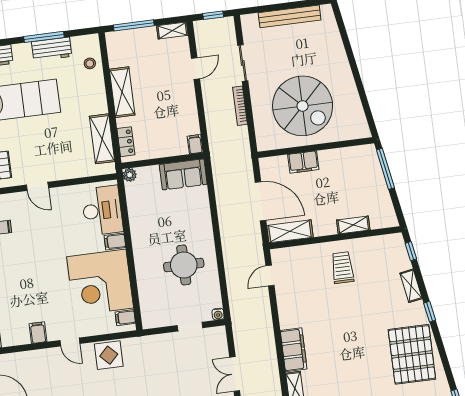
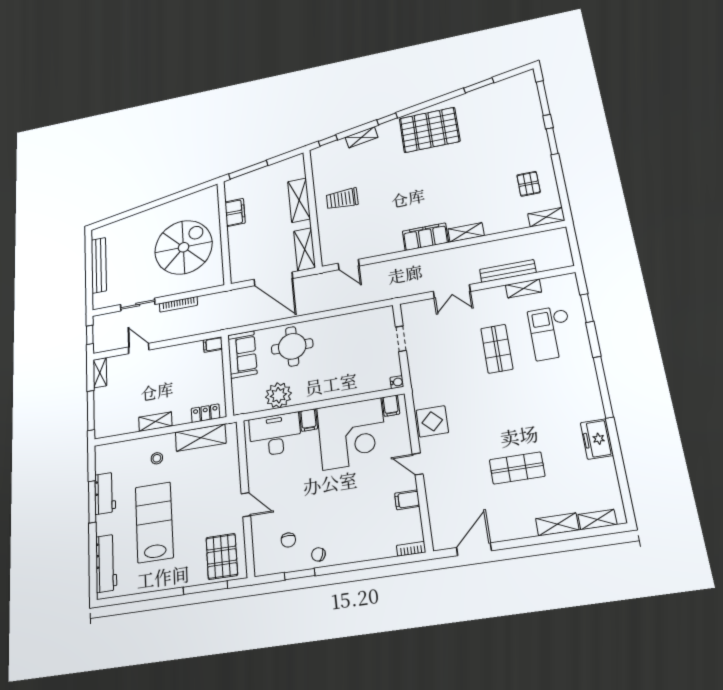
stool: (90, 63) -> (157, 458), moved
shelving: (122, 92) -> (155, 422), width x0.67, depth x0.75
filing cabinet: (303, 162) -> (235, 212), moved
plant: (130, 175) -> (278, 395), moved, width x1.88, depth x1.88
door: (37, 186) -> (246, 505), hinge flipped
door: (260, 201) -> (273, 279), swing flipped
shelving: (353, 225) -> (299, 200), width x1.50, depth x1.33
round table: (184, 265) -> (292, 346), moved
water cooler: (218, 314) -> (397, 382), moved
door: (70, 342) -> (418, 464), swing flipped

